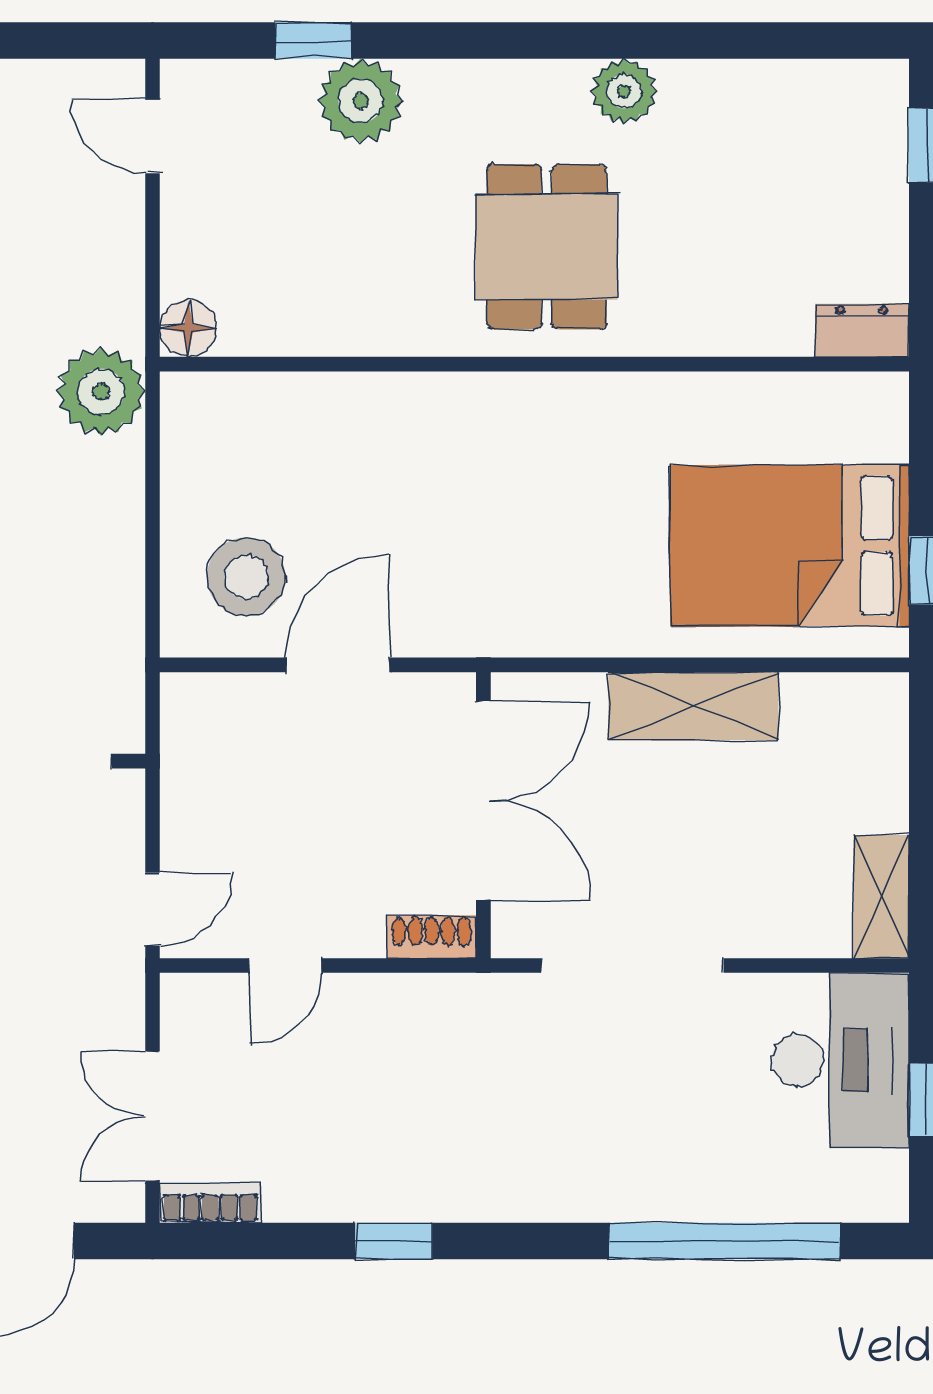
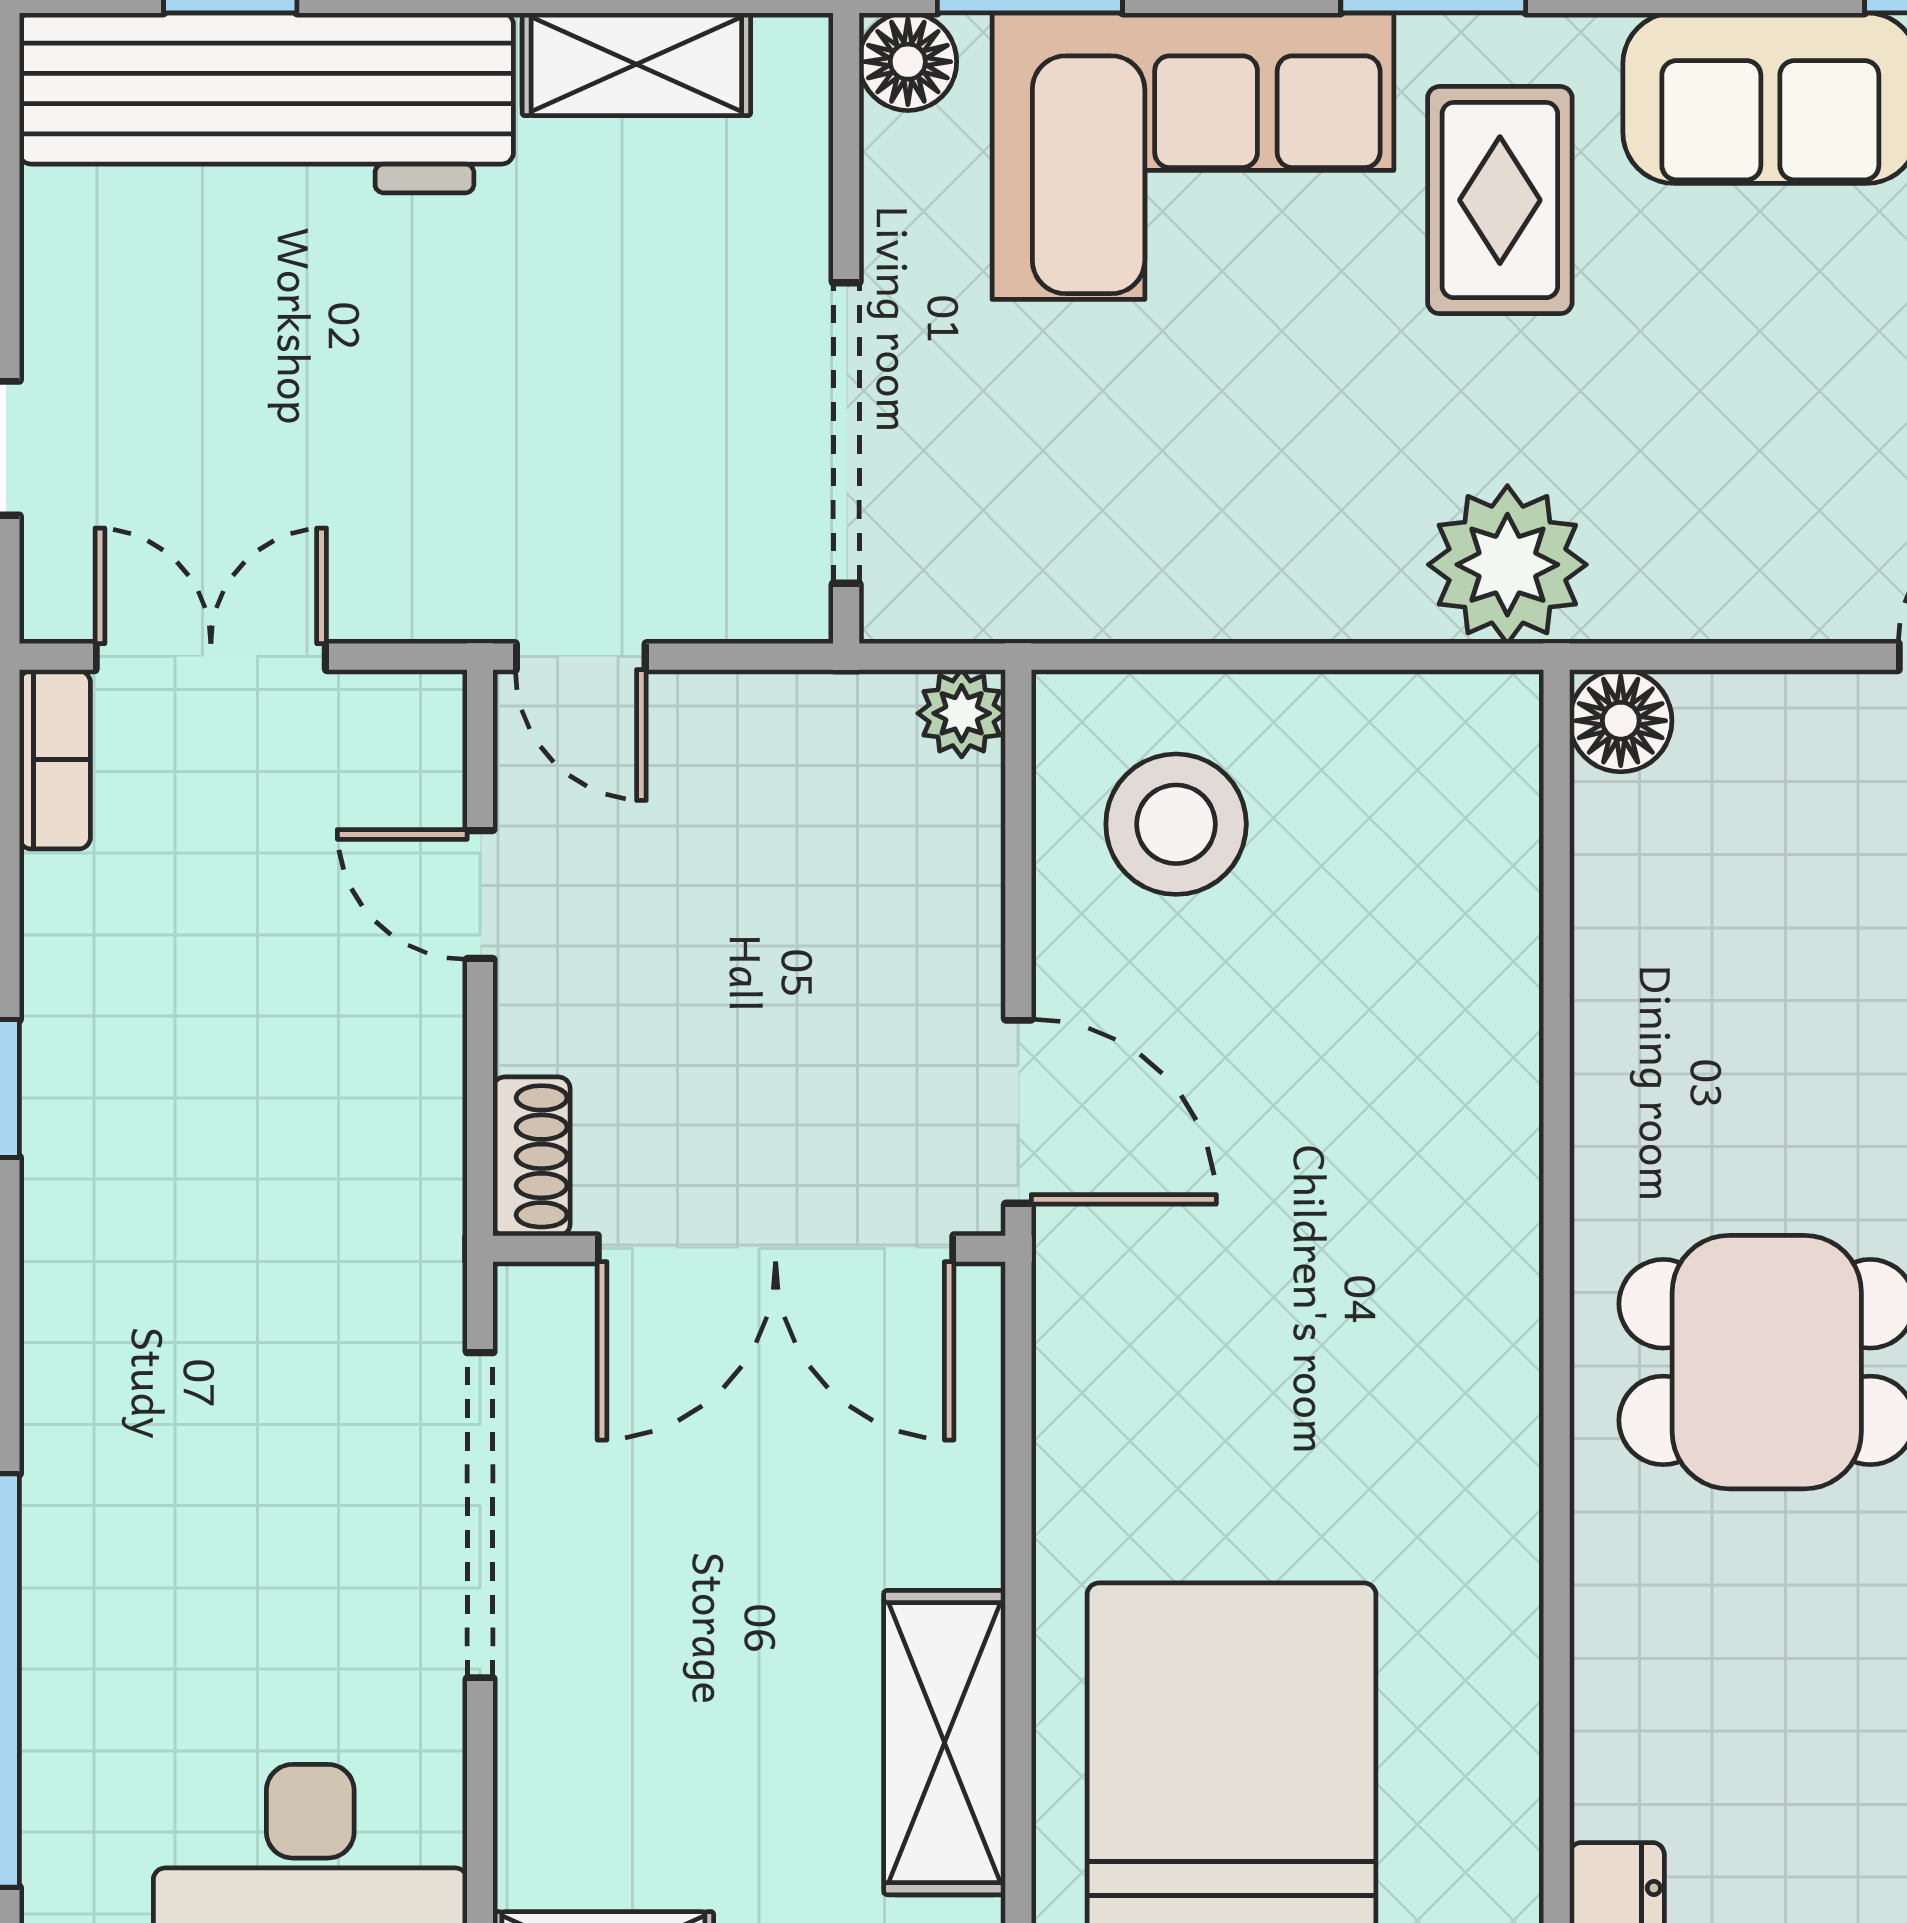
door: (338, 665) -> (1018, 1112), moved
plant: (184, 697) -> (962, 713), added
shelving: (693, 706) -> (945, 1743), moved

